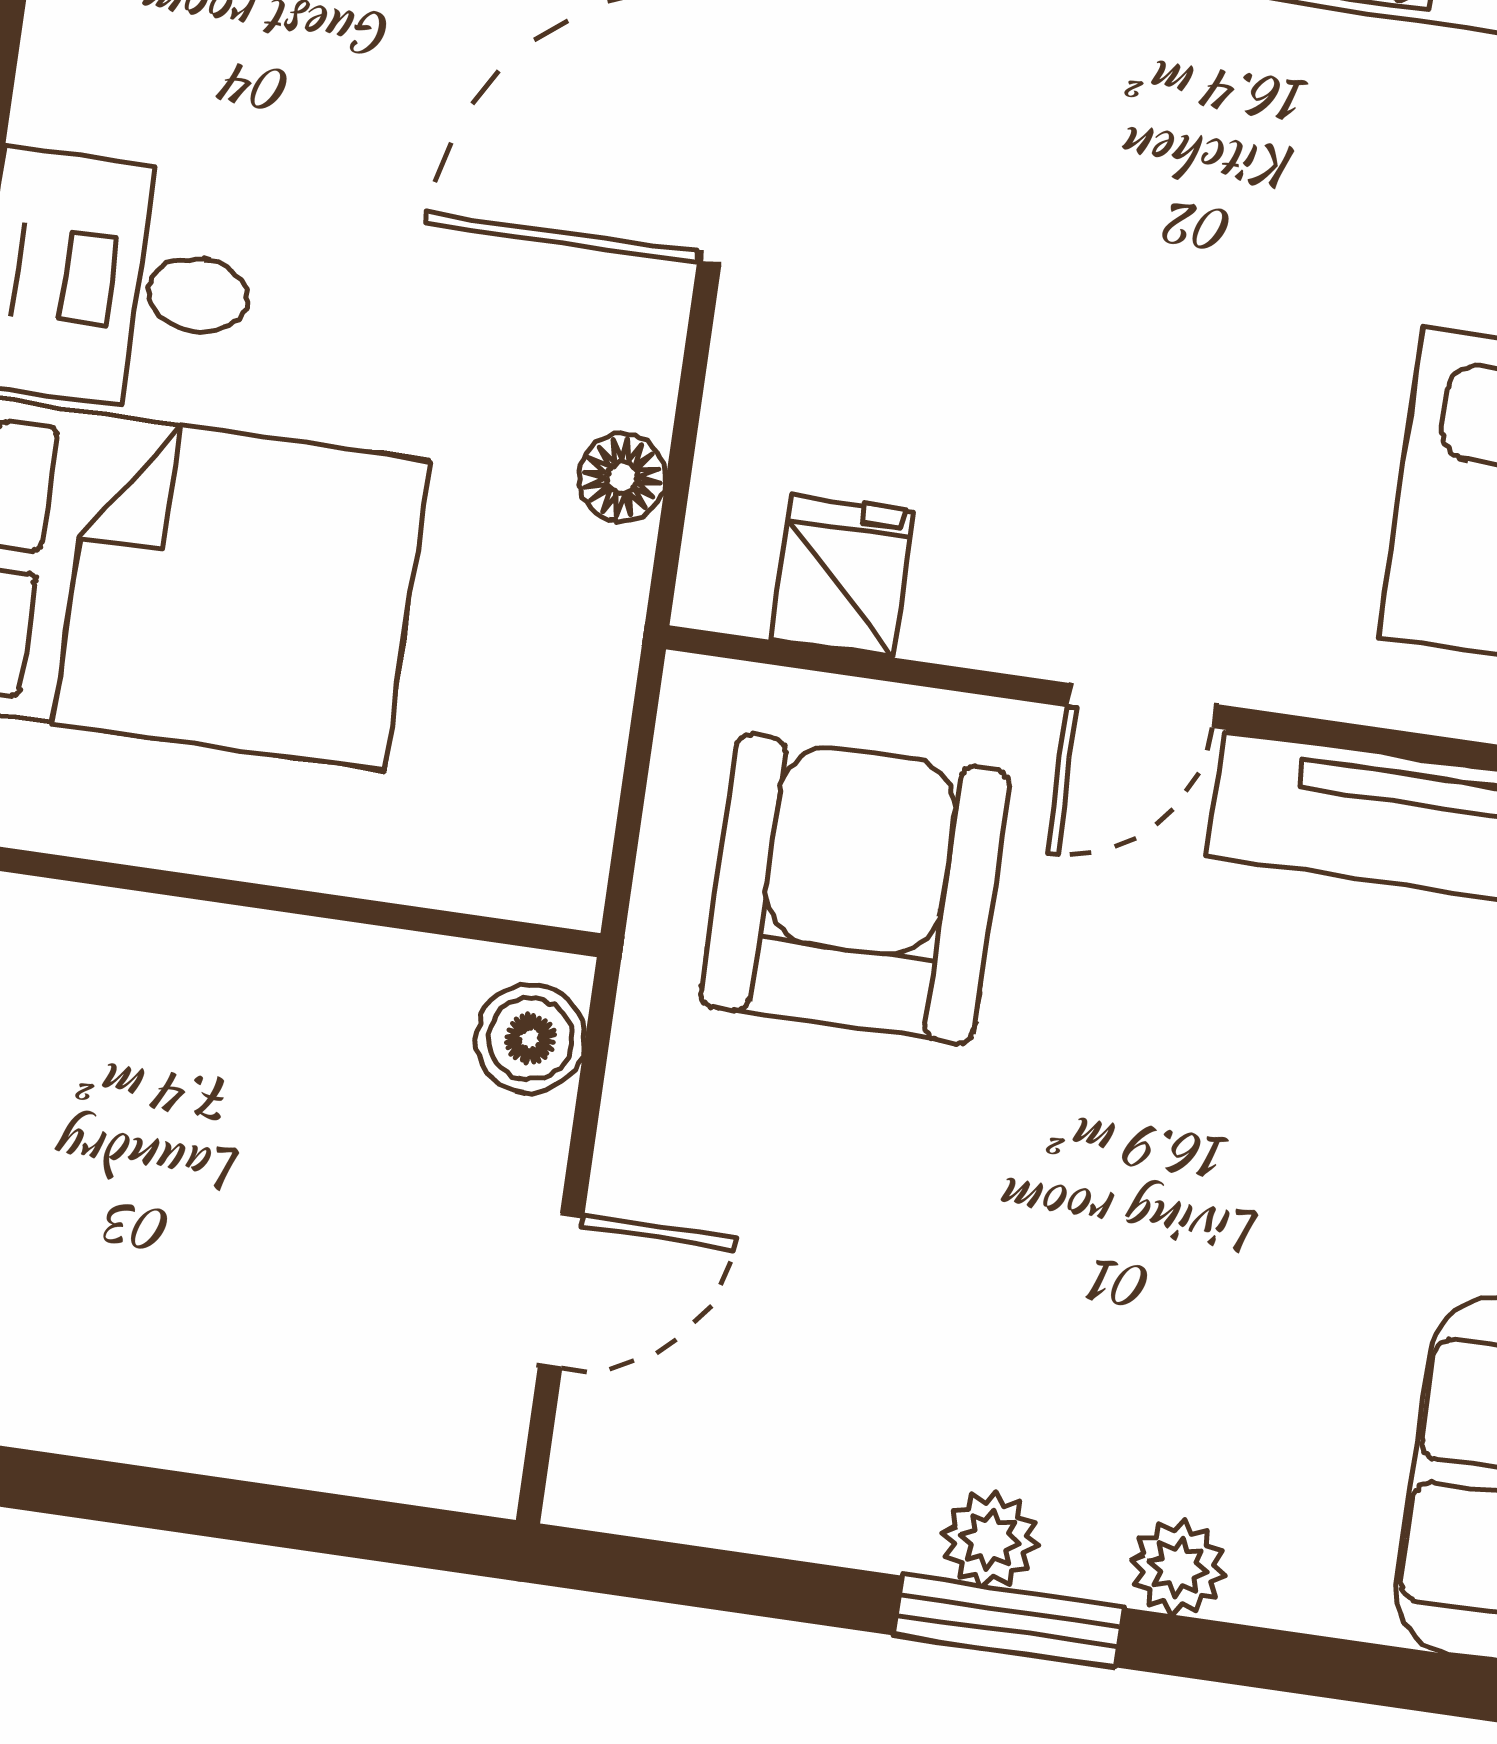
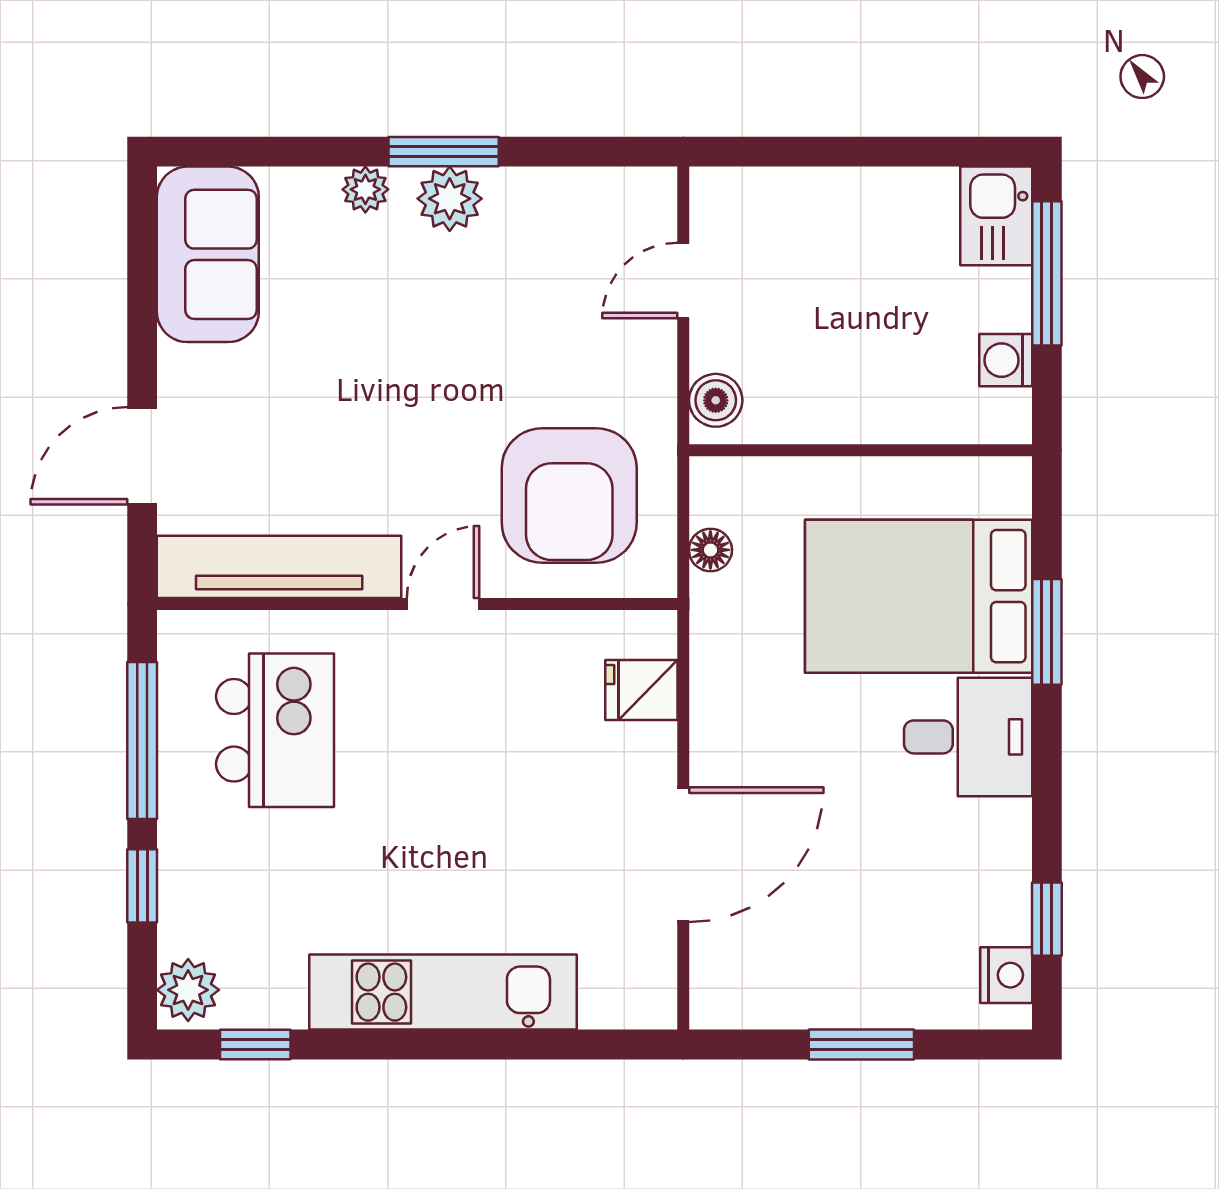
floor lamp: (622, 477) -> (710, 550), moved
fridge: (842, 576) -> (641, 690), moved, turned 90
plant: (990, 1540) -> (450, 199), width x1.38, depth x1.38

